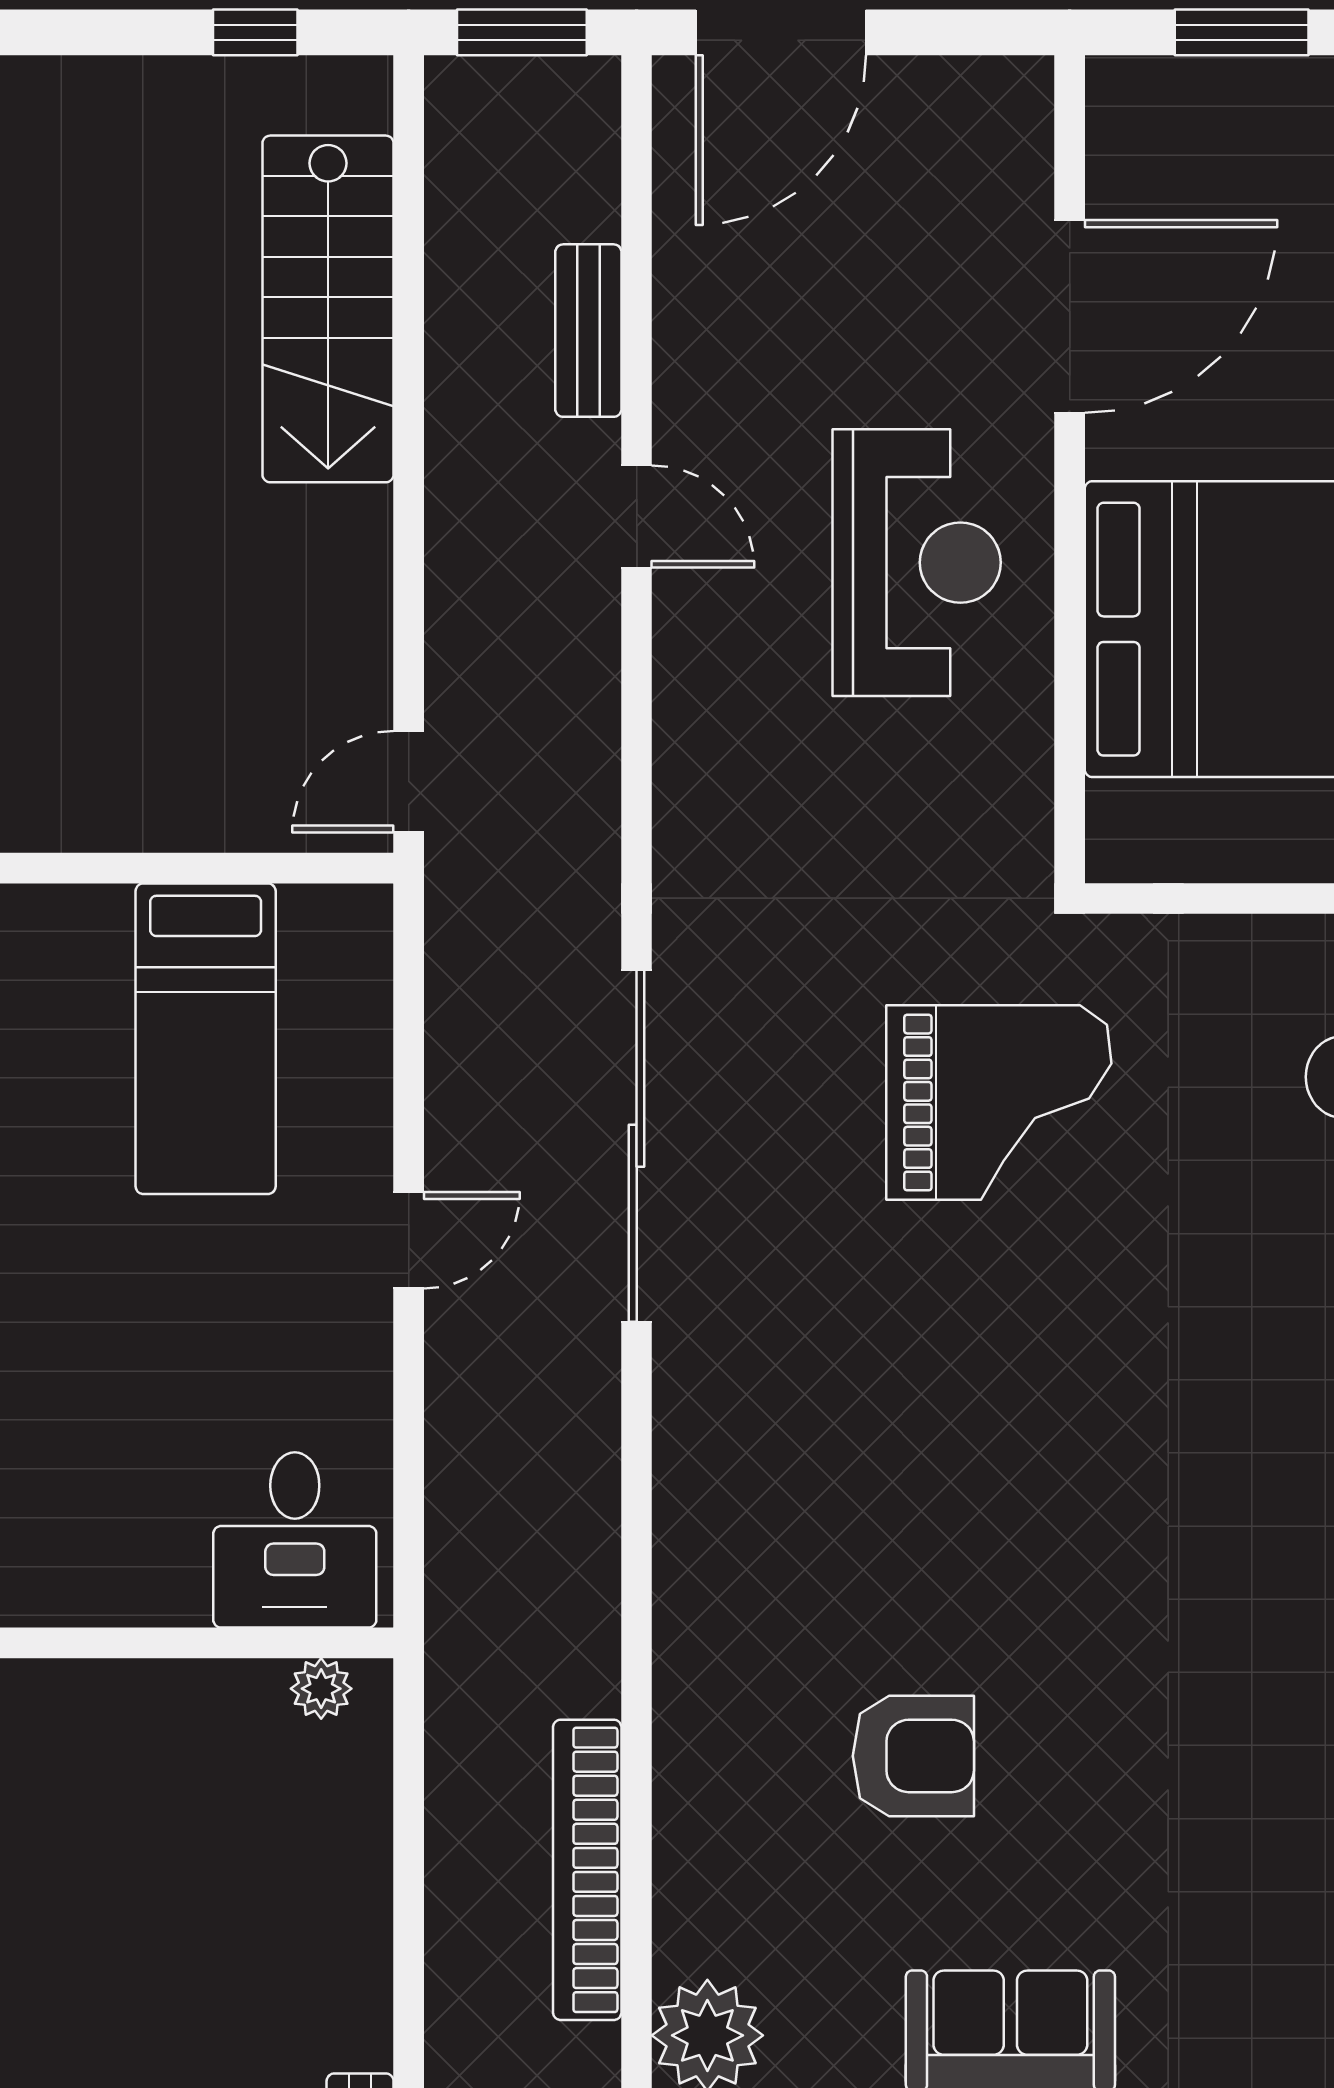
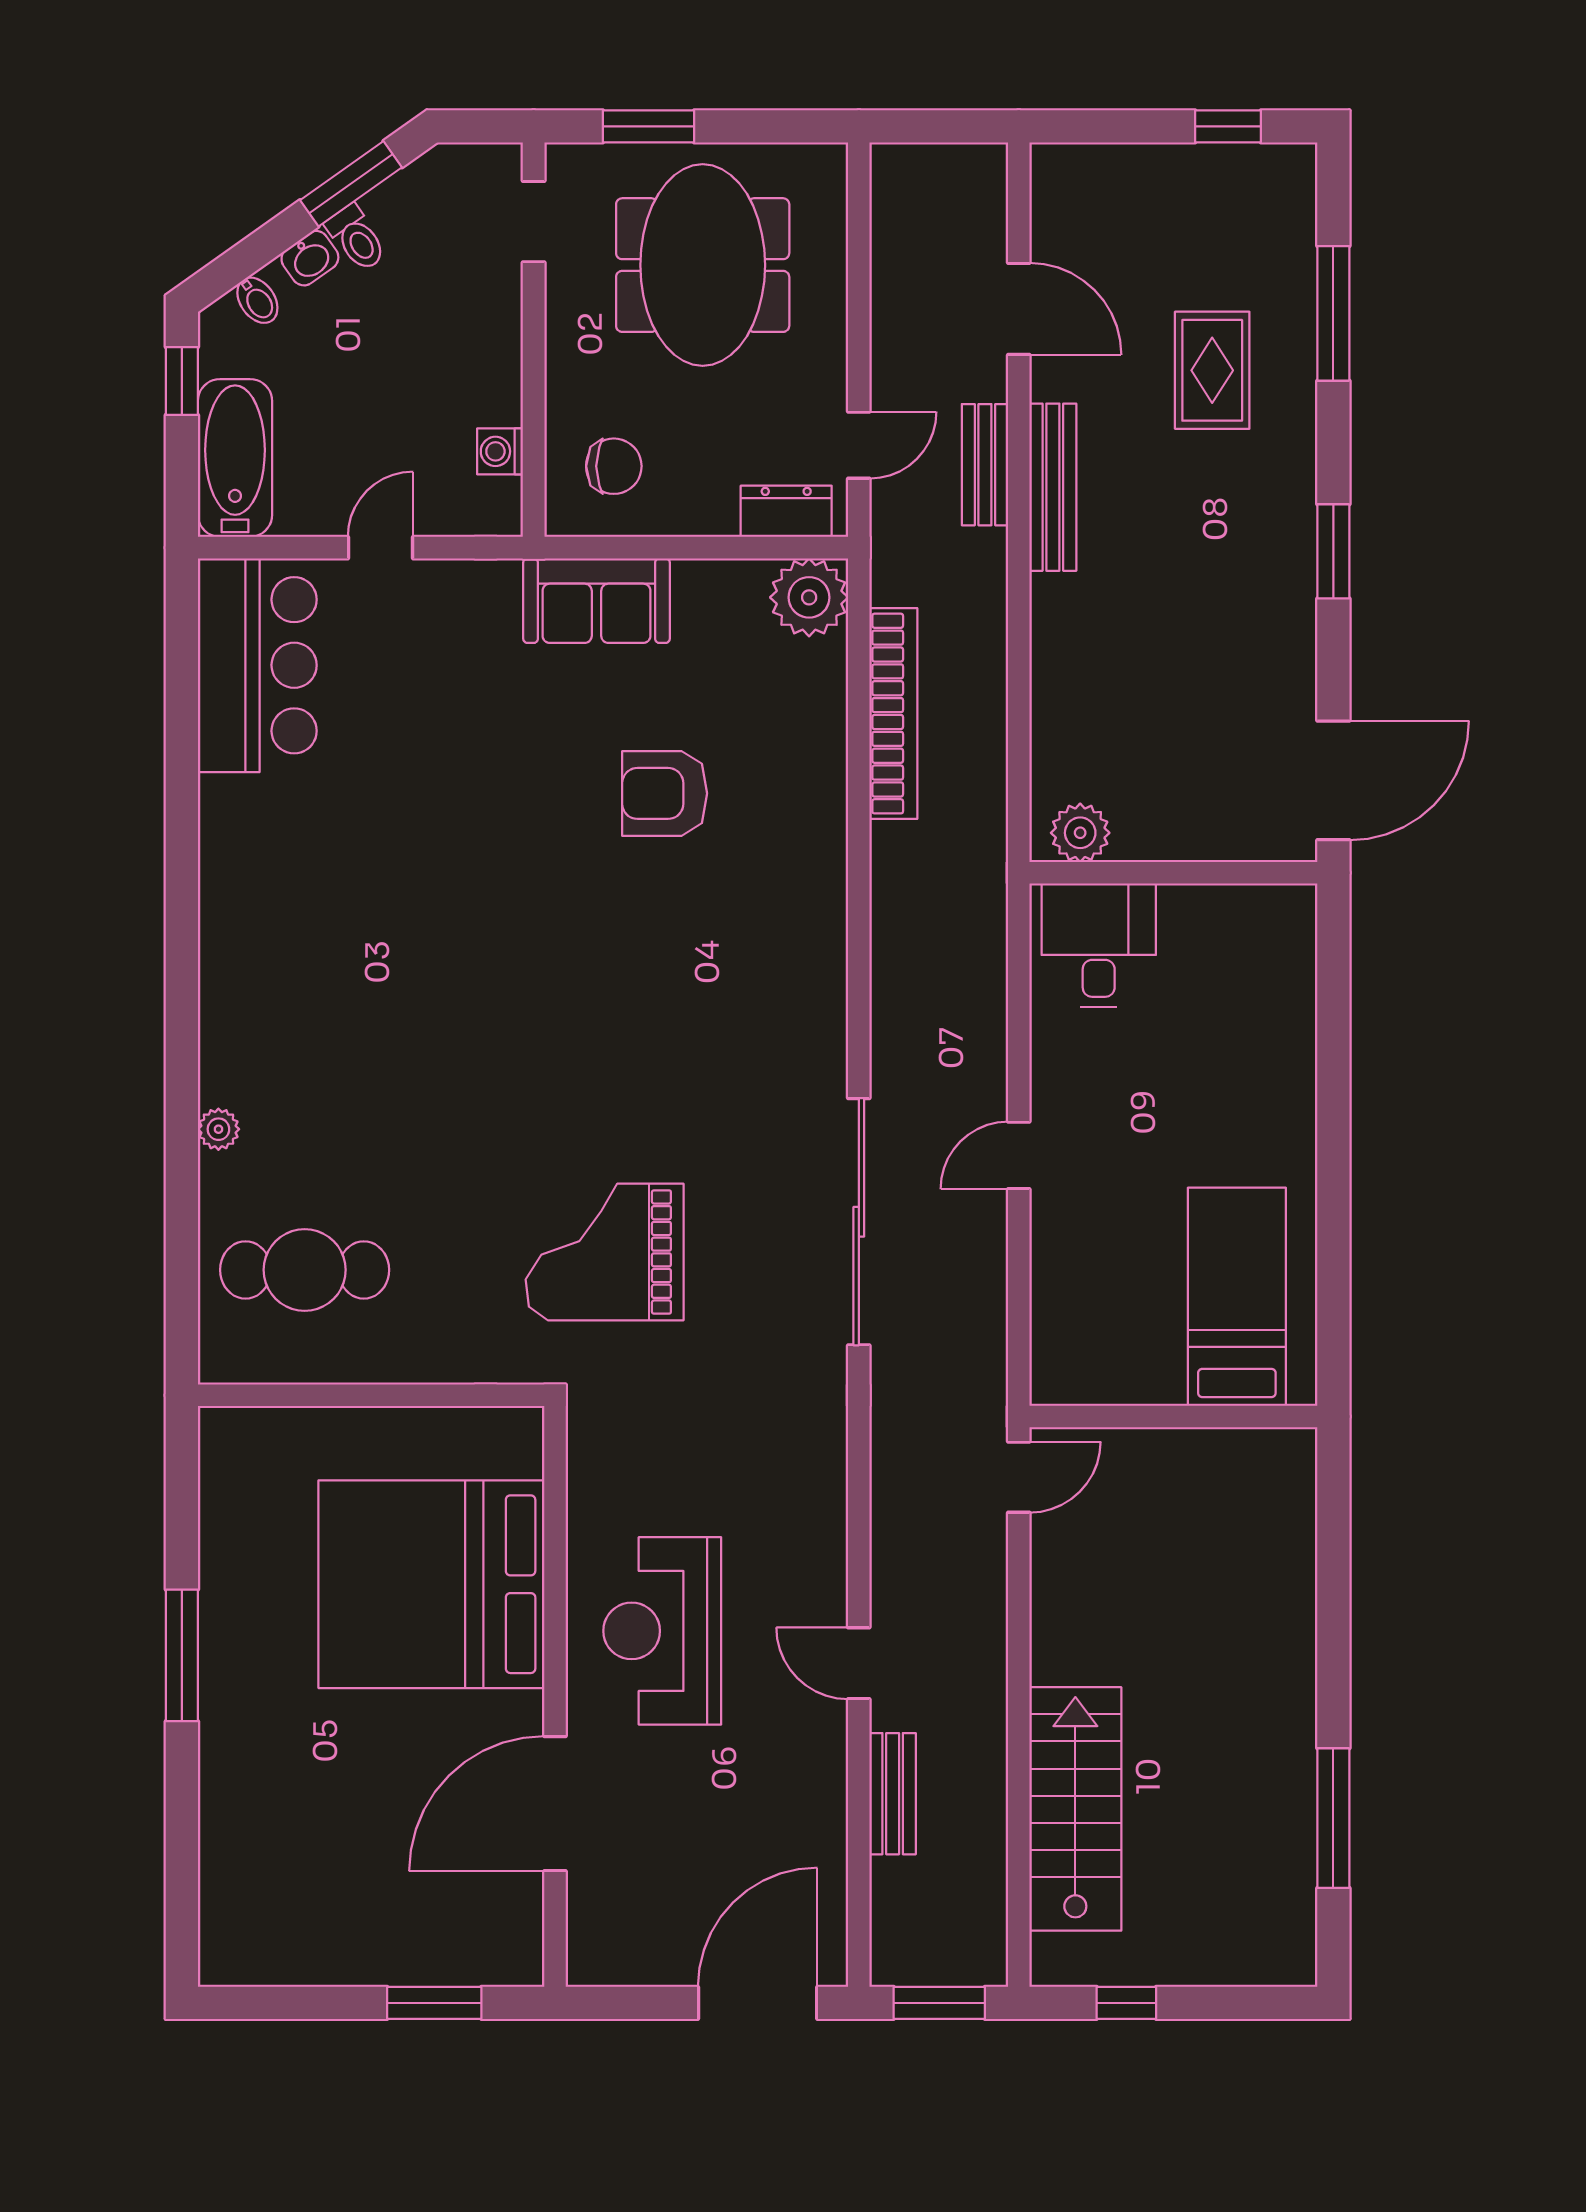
bed: (206, 1039) -> (1237, 1297), moved
plant: (321, 1689) -> (1080, 833), width x1.38, depth x1.38

